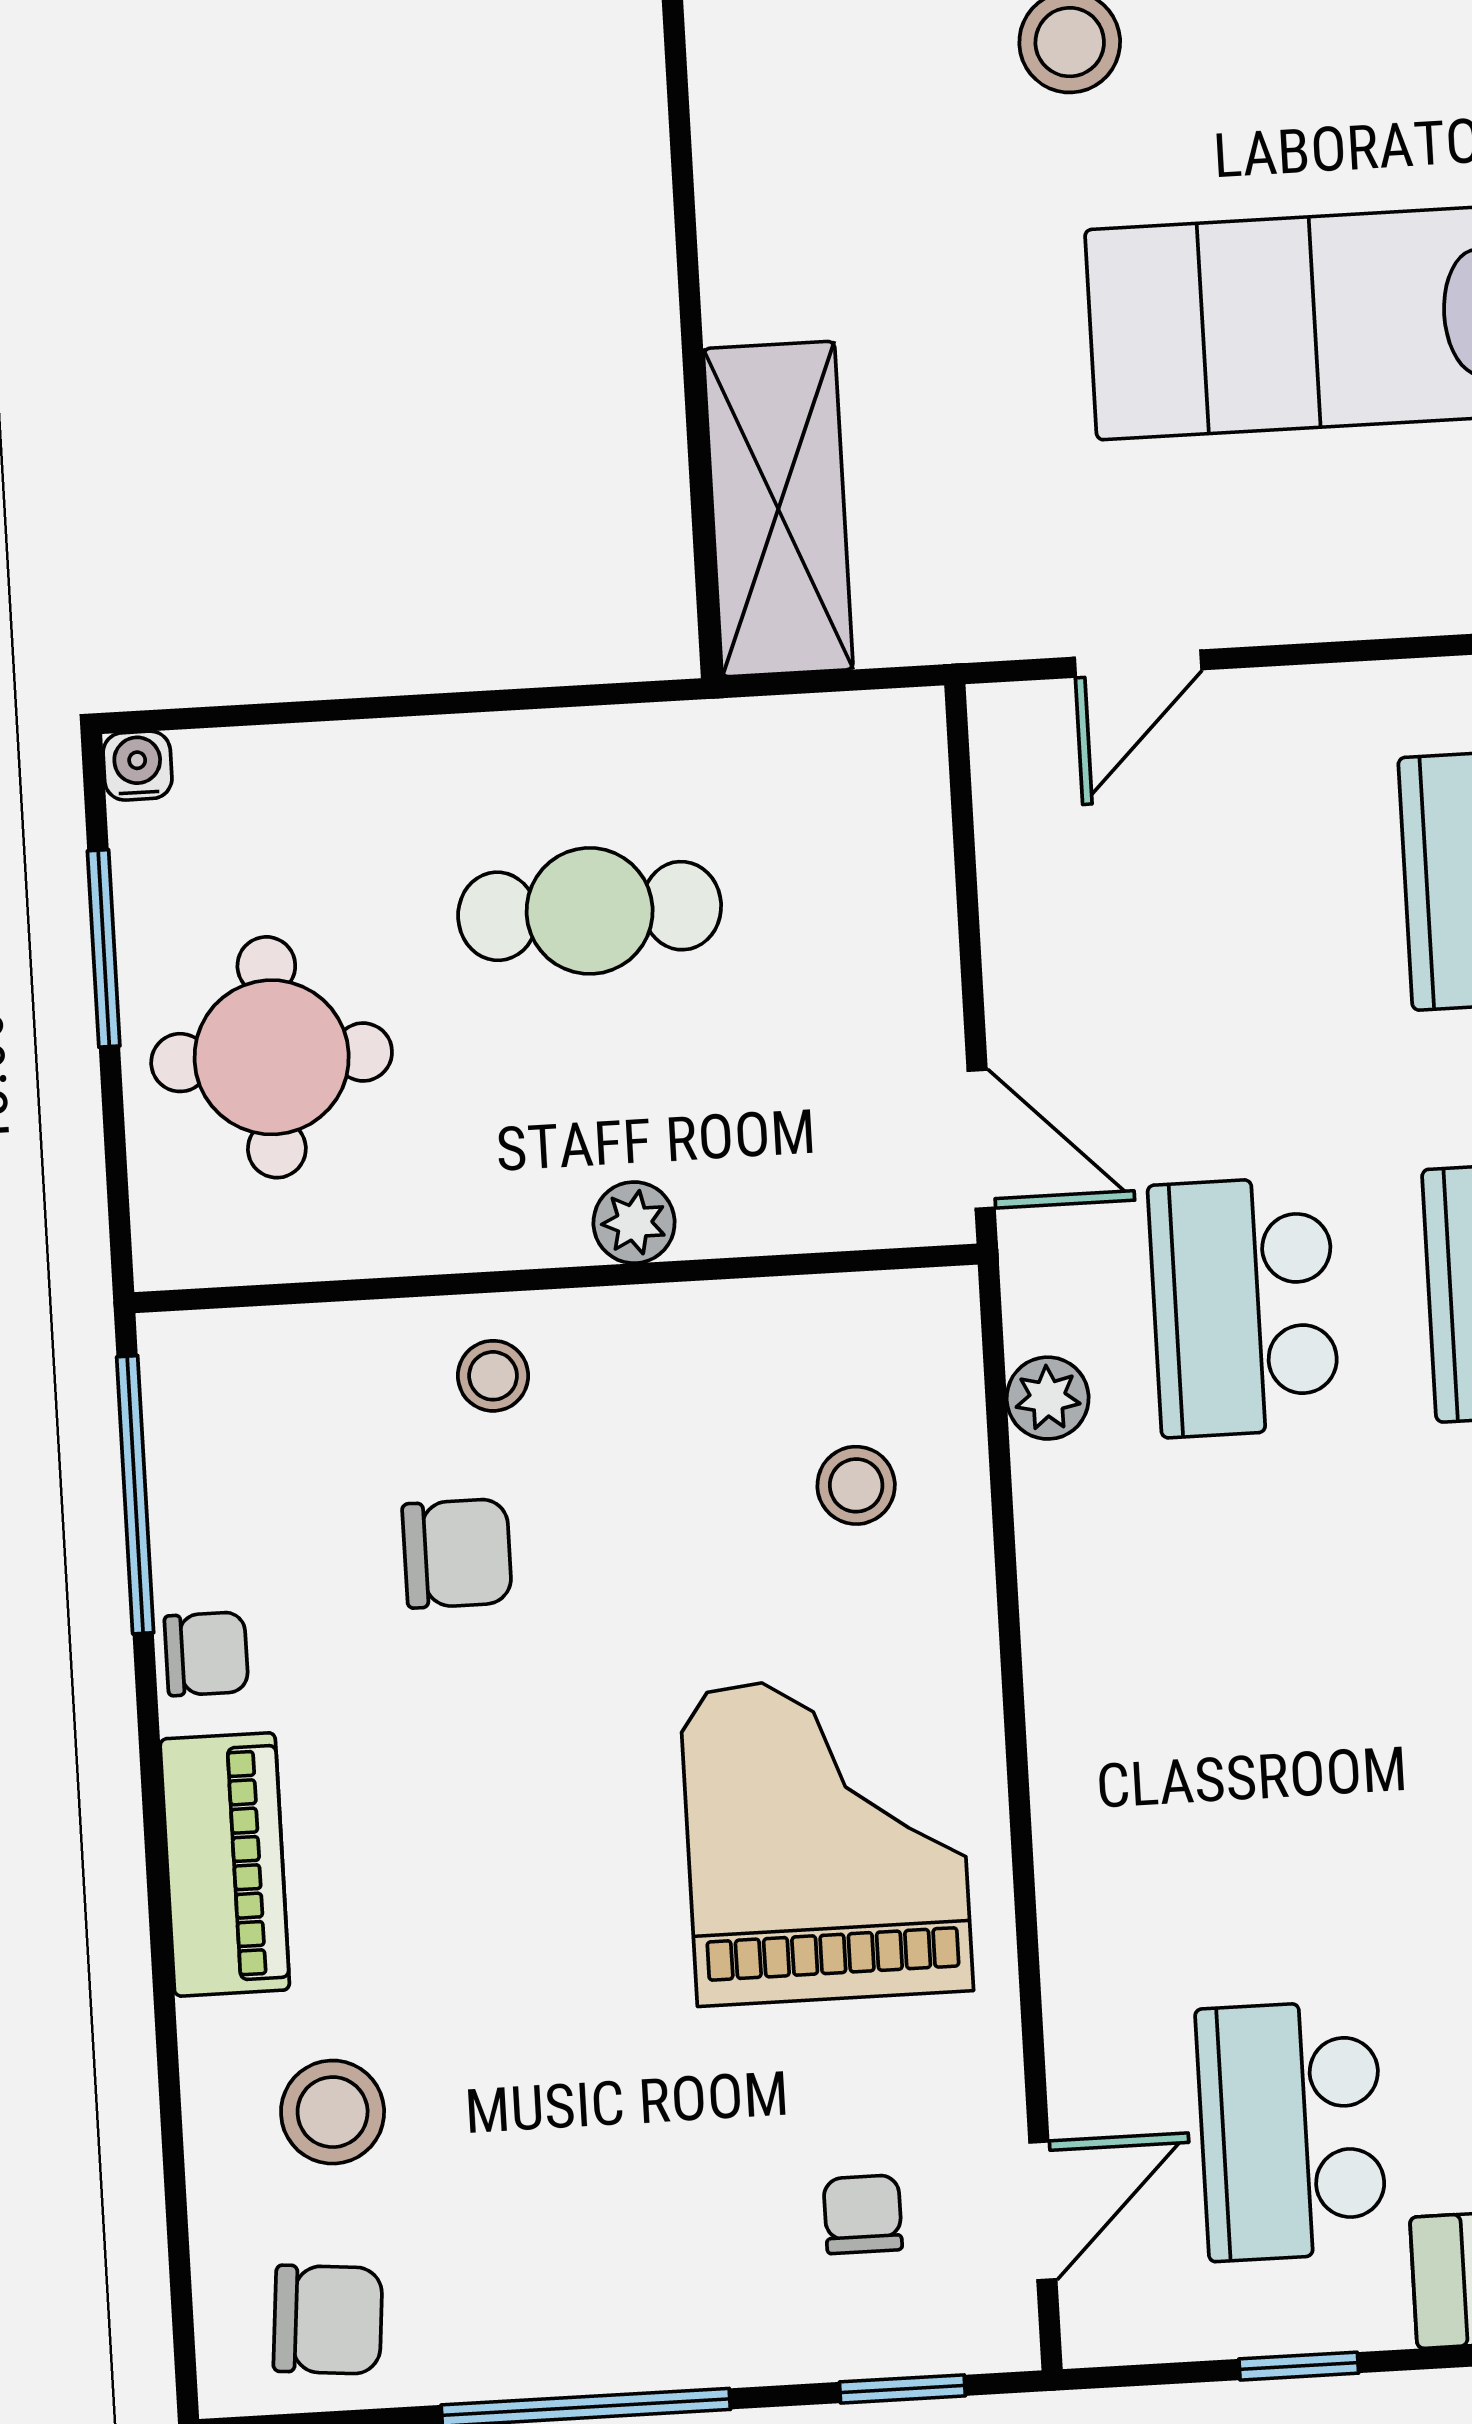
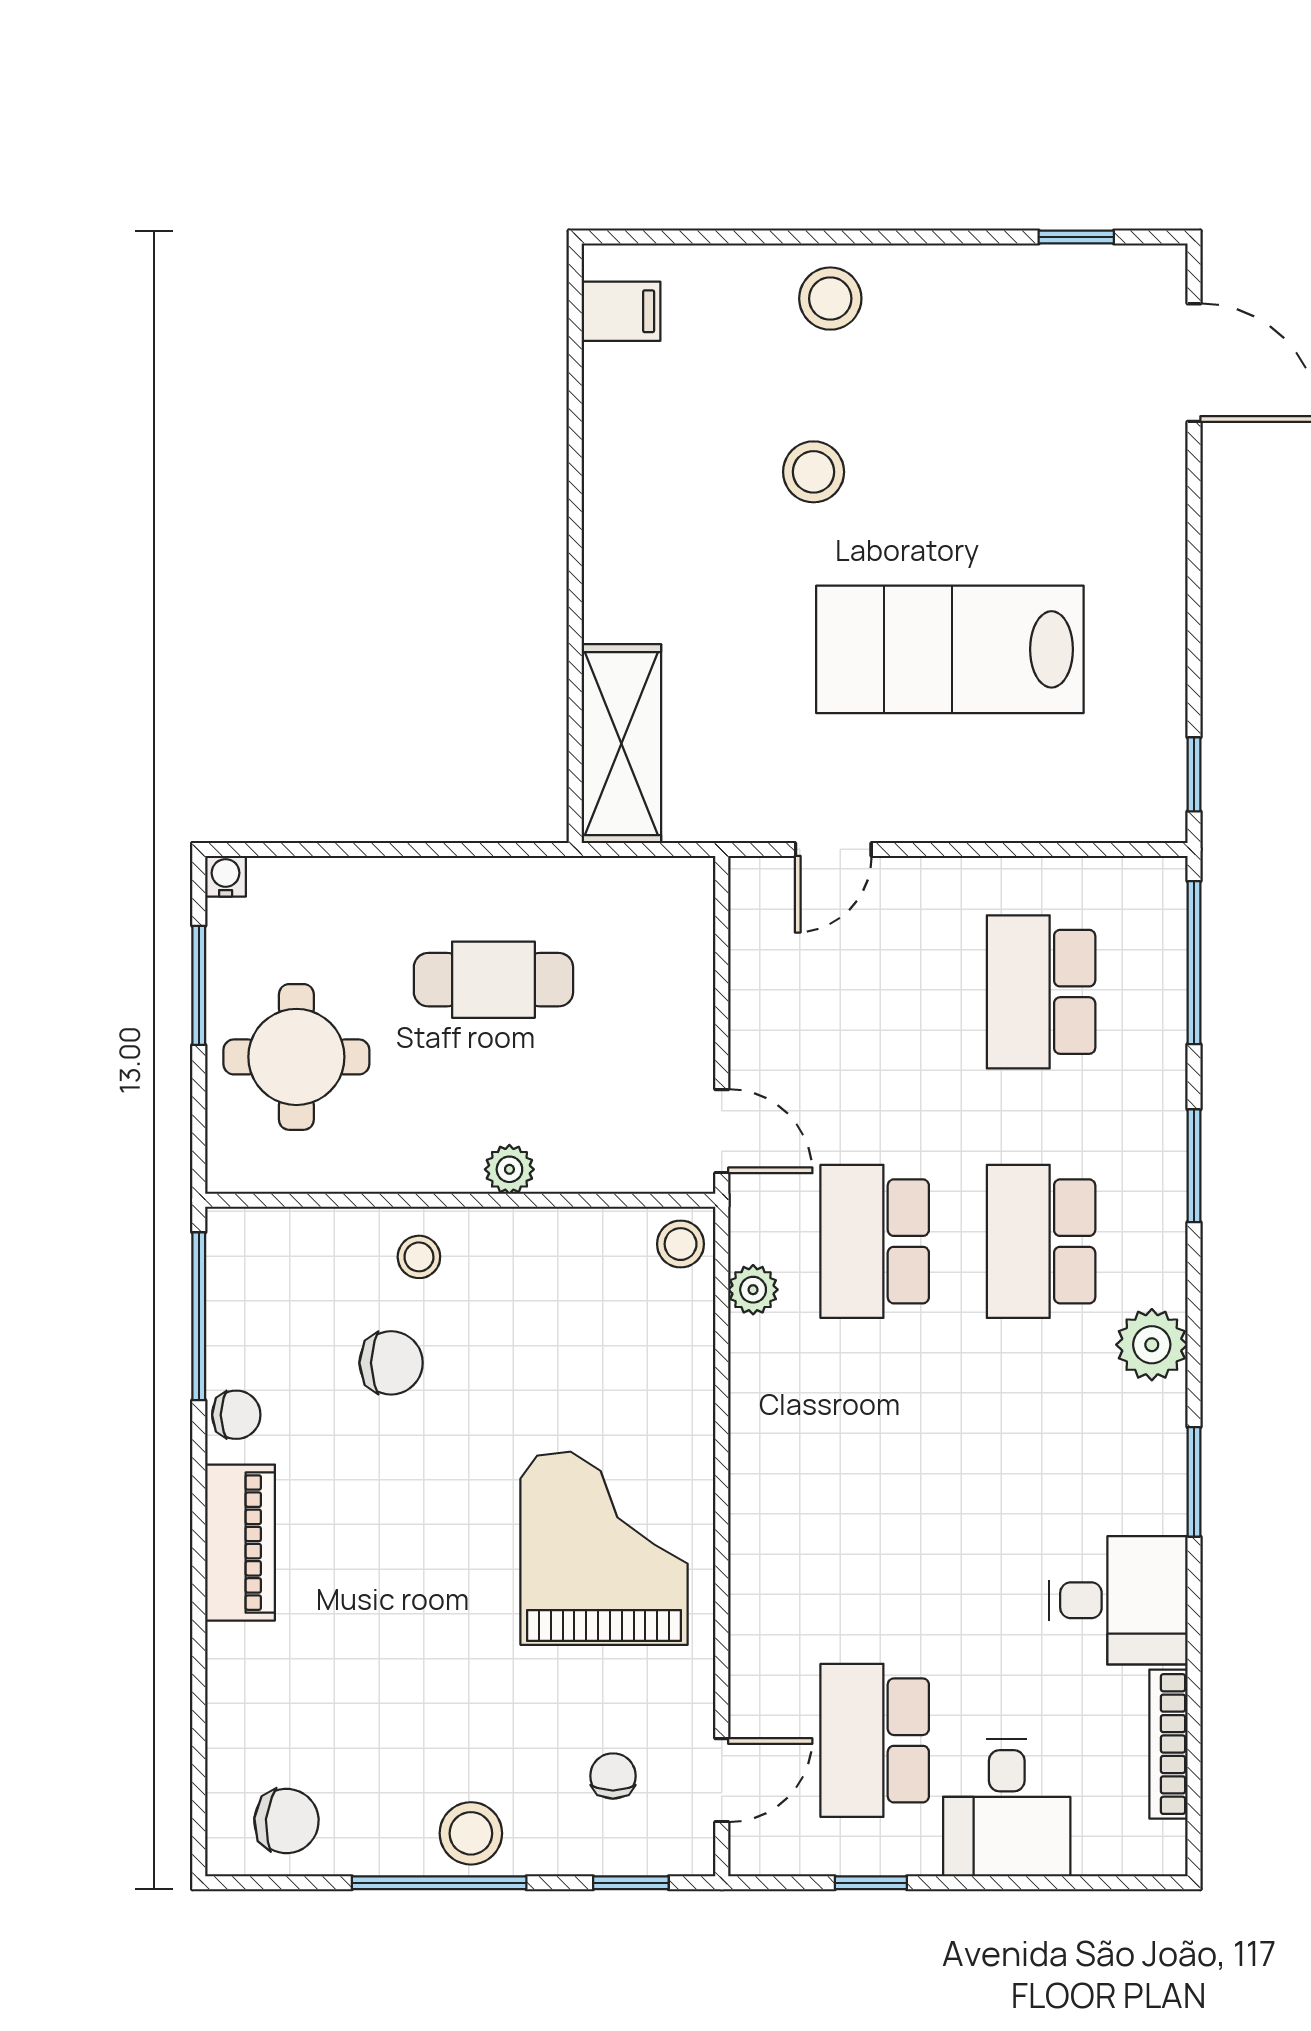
stool: (856, 1485) -> (681, 1244), moved
stool: (333, 2112) -> (471, 1833), moved

